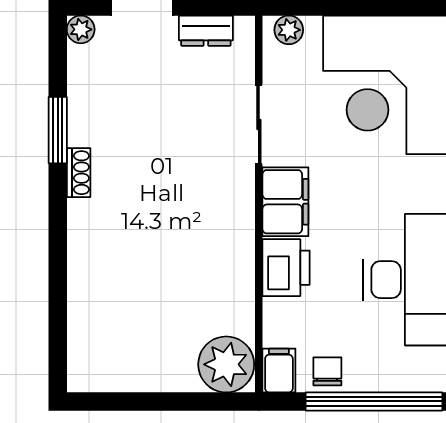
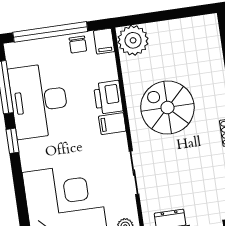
filing cabinet: (285, 202) -> (112, 124), width x0.50
spiral stairs: (181, 234) -> (167, 108), added

